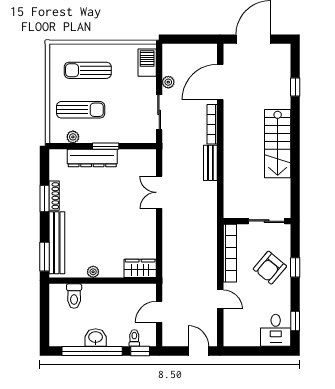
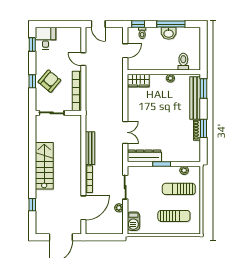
dresser: (92, 158) -> (144, 156), moved
bench: (210, 163) -> (90, 148), width x1.36
window: (92, 351) -> (171, 24), width x0.68

